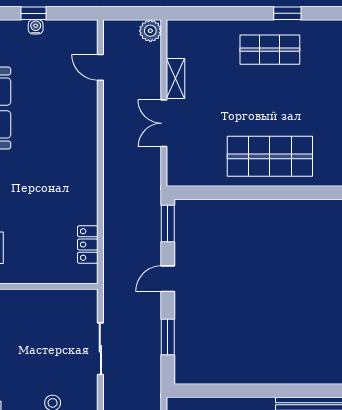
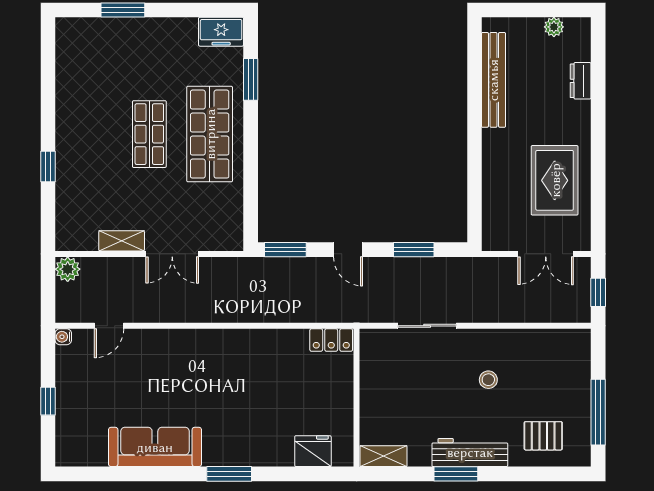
window: (287, 13) -> (48, 167), moved
water cooler: (36, 27) -> (63, 337), moved
shop shelf: (270, 50) -> (149, 134), moved
window: (318, 193) -> (251, 79), added
locker: (88, 245) -> (331, 340), moved

